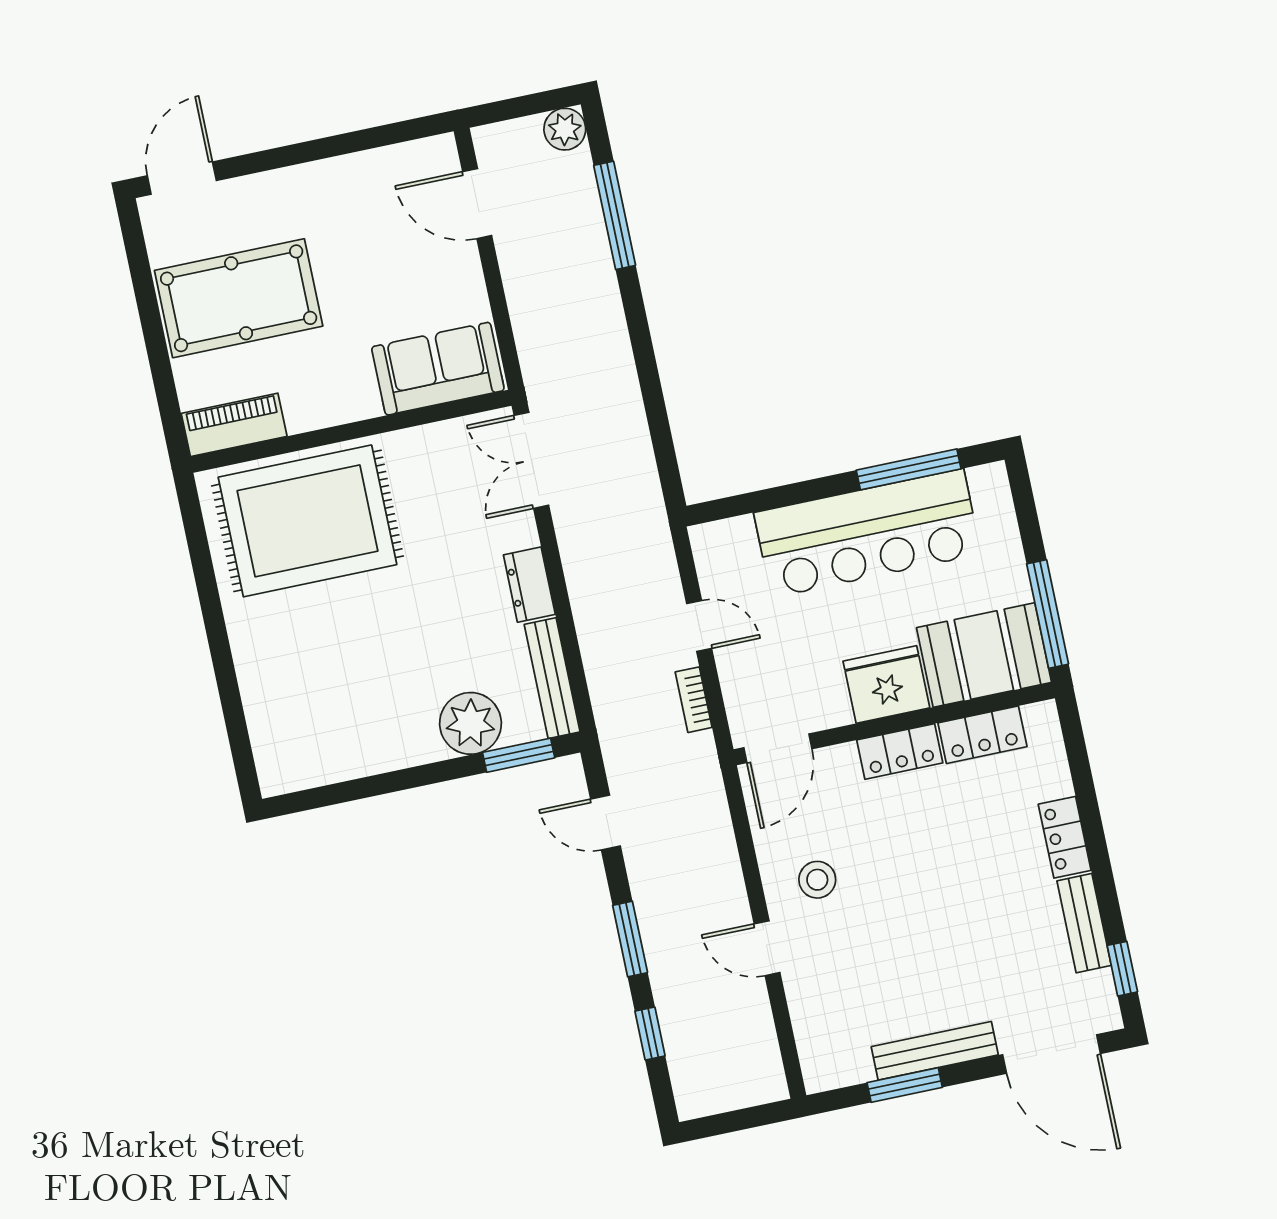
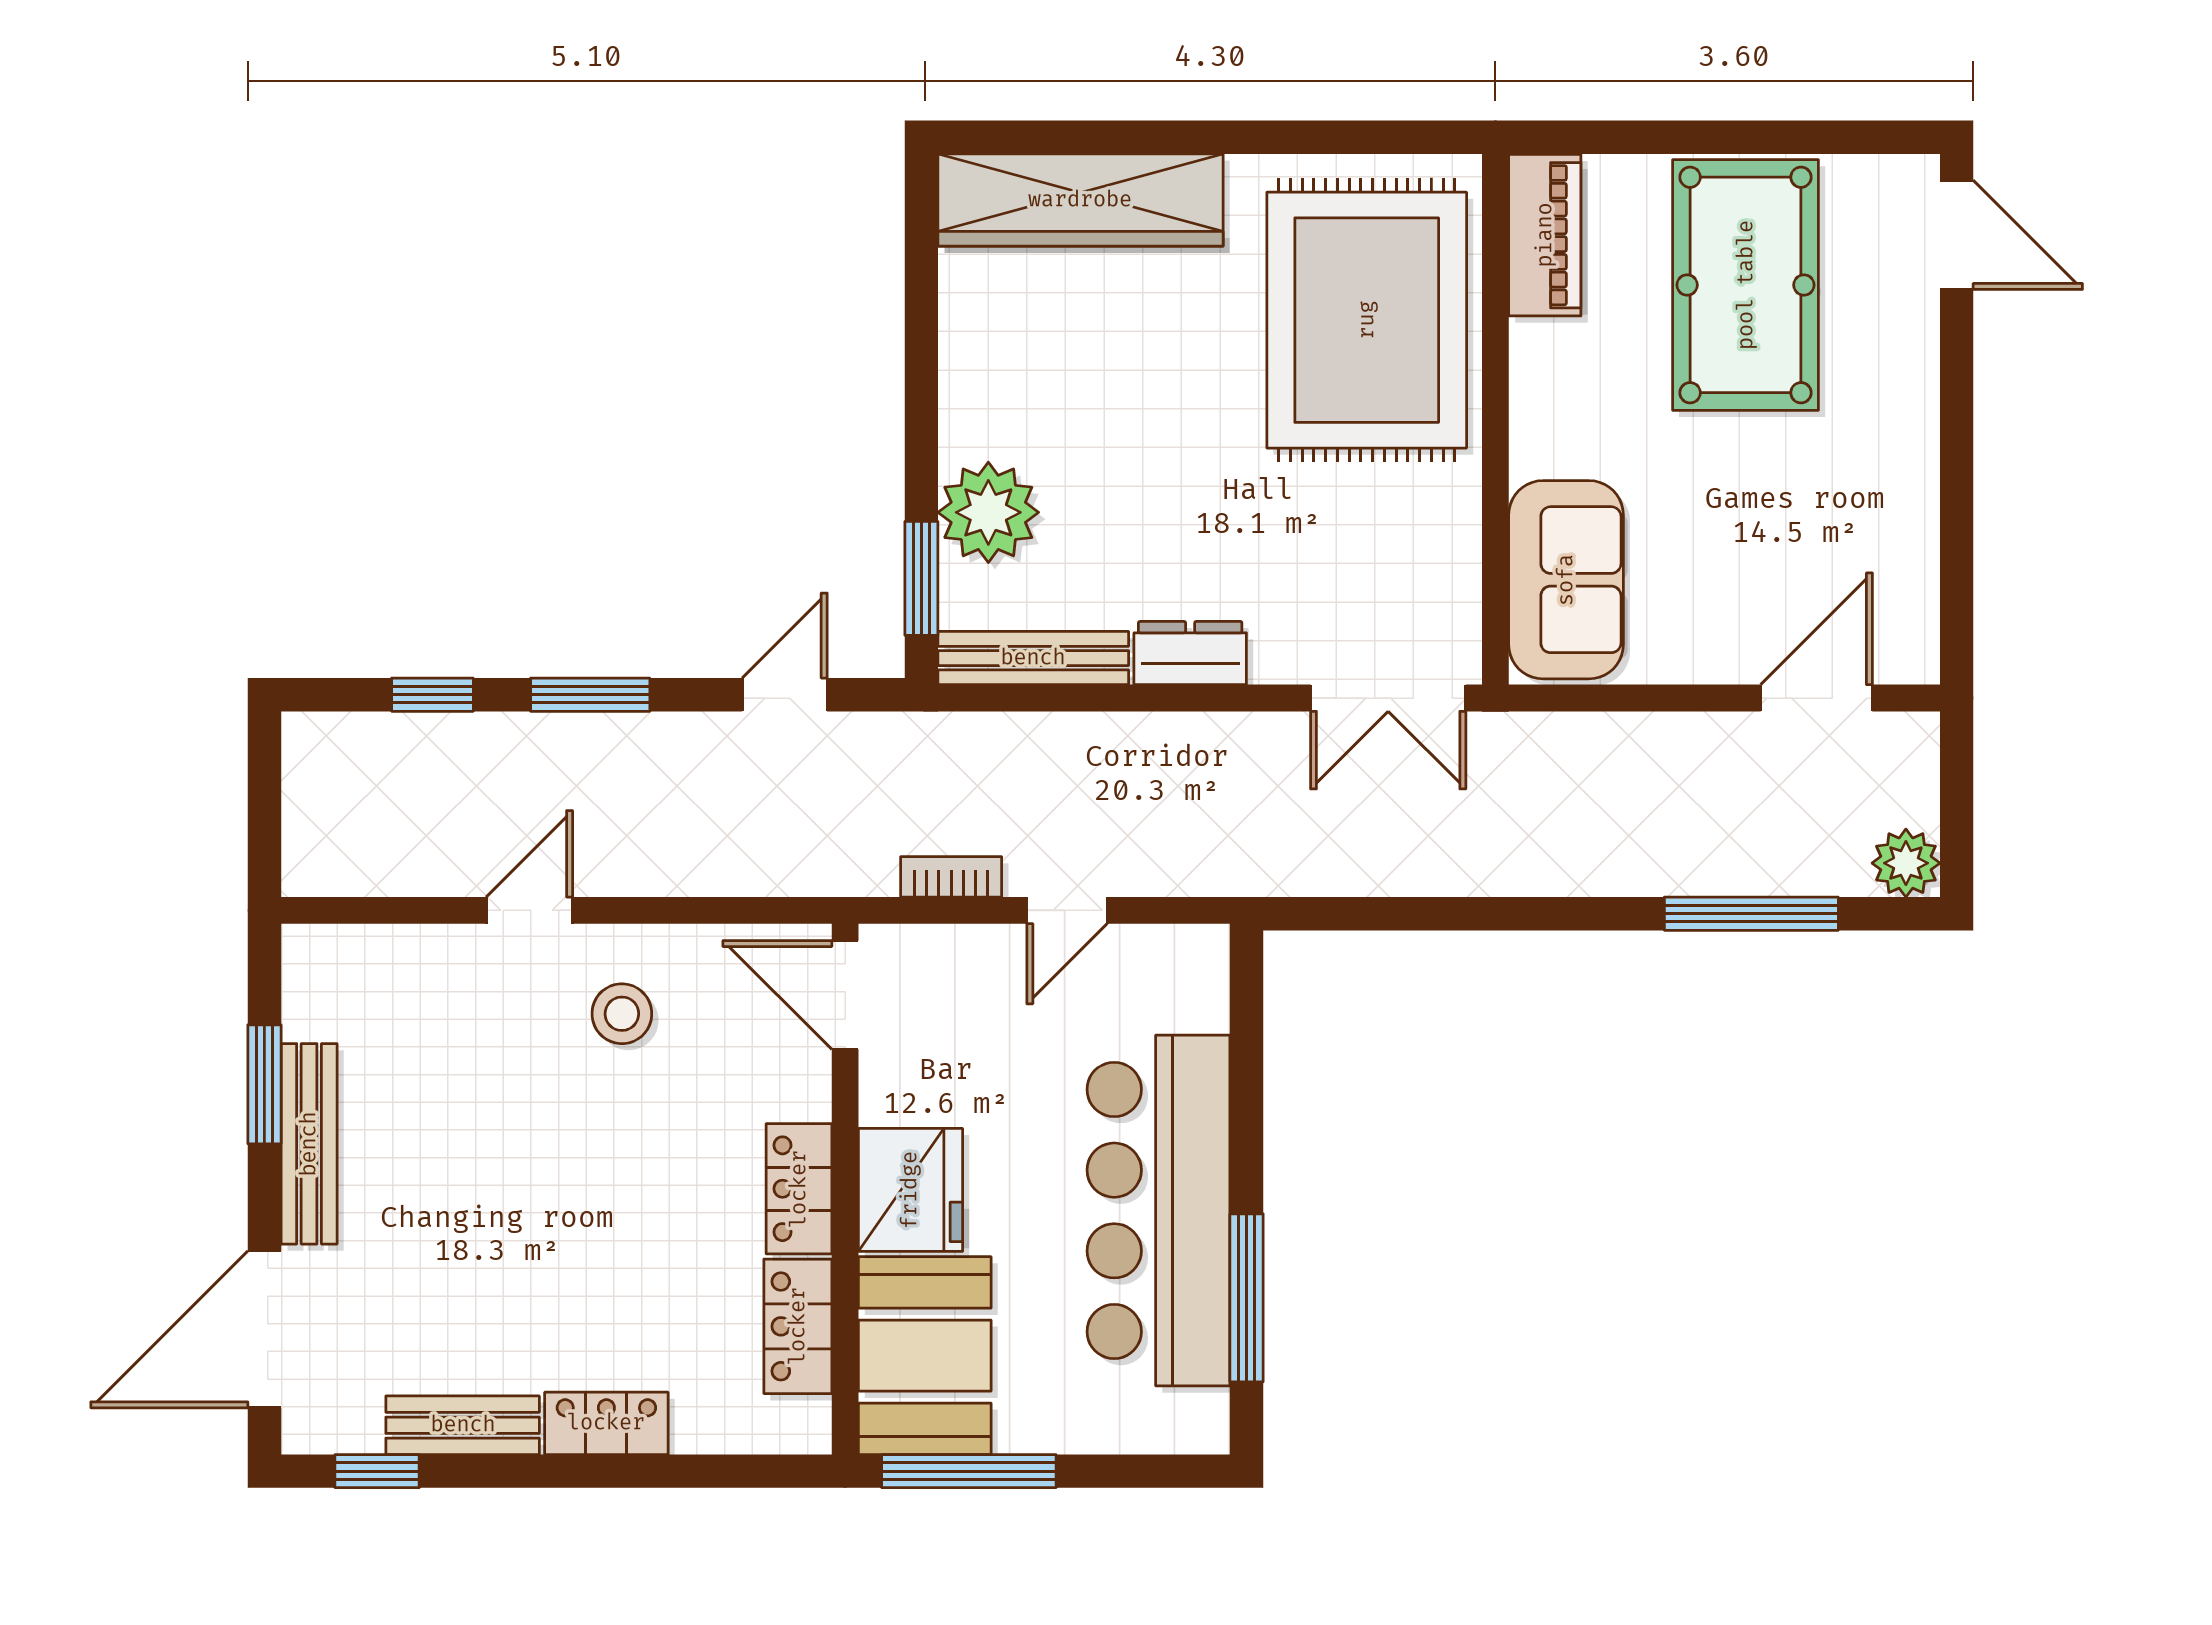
double door: (531, 460) -> (1388, 698), swing flipped
wardrobe: (272, 708) -> (1080, 200), added

